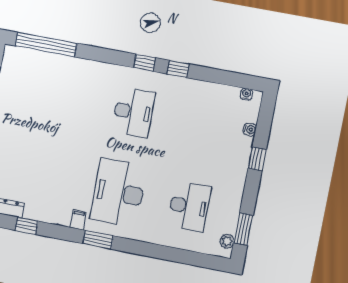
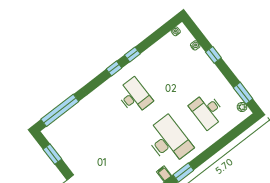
desk: (118, 193) -> (168, 141), turned 180
desk: (189, 207) -> (207, 111), turned 180

